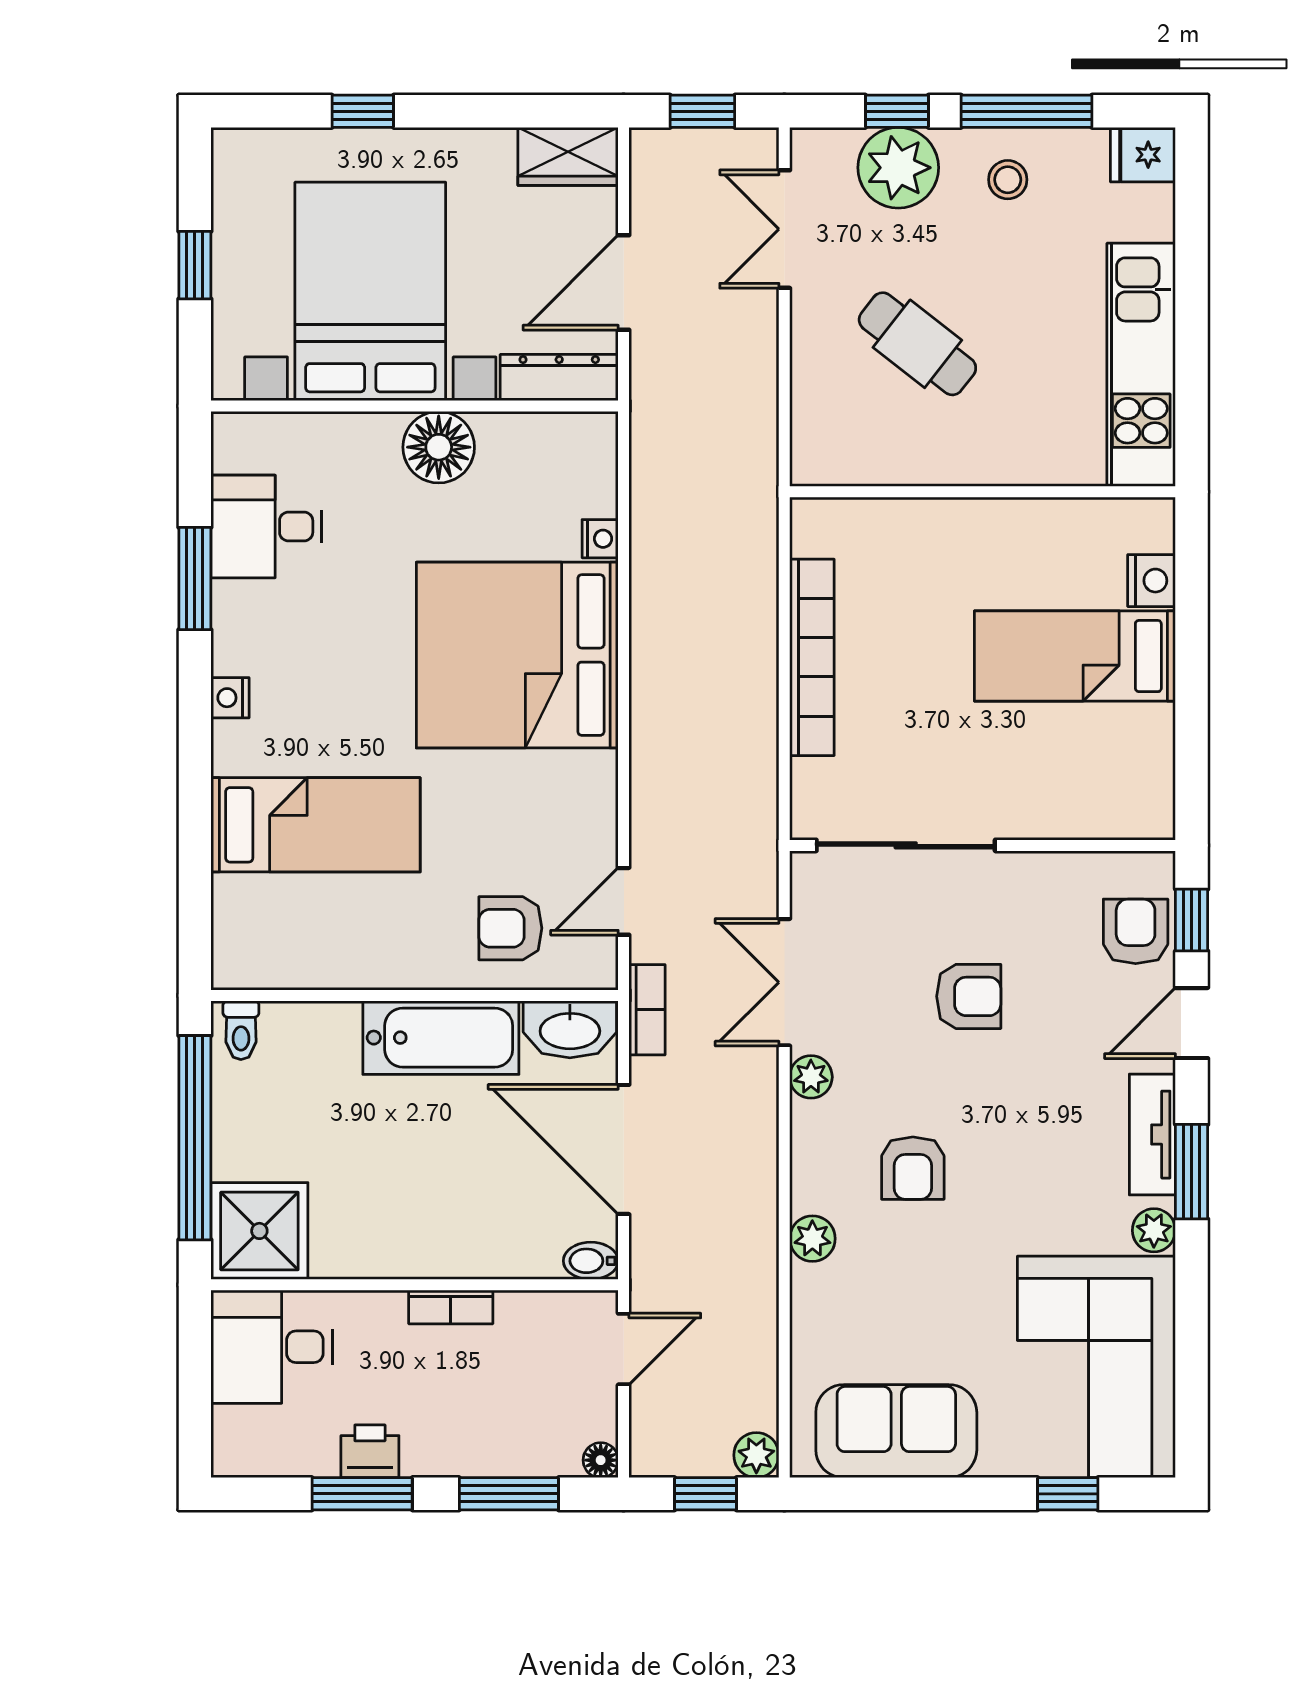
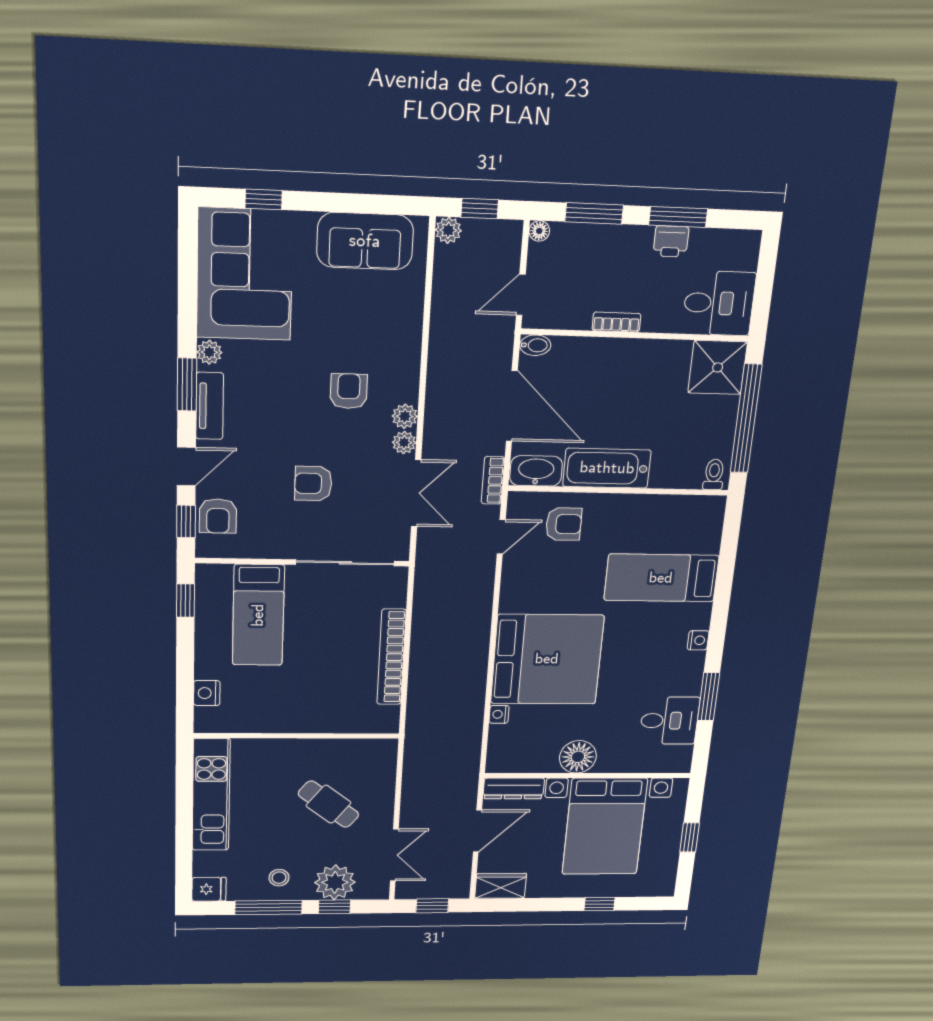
bed: (1075, 656) -> (258, 615), moved, turned 90
window: (1192, 767) -> (186, 601), added
plant: (812, 1239) -> (405, 416), moved

